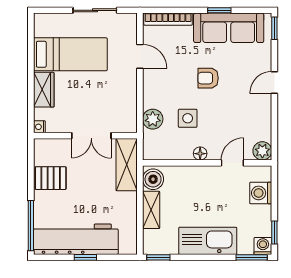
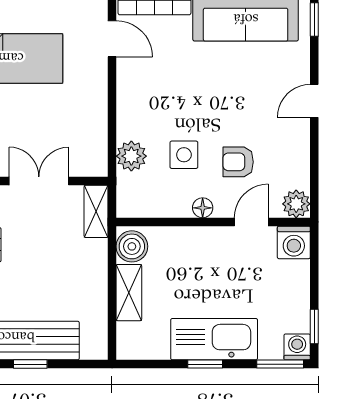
door: (140, 56) -> (112, 39), moved
armchair: (208, 78) -> (238, 162), moved
double door: (91, 136) -> (39, 181), swing flipped
shelving: (127, 165) -> (96, 211), width x0.67, depth x0.75
washing machine: (261, 193) -> (294, 242), moved, turned -90
window: (158, 257) -> (205, 364), moved

